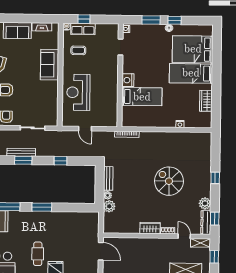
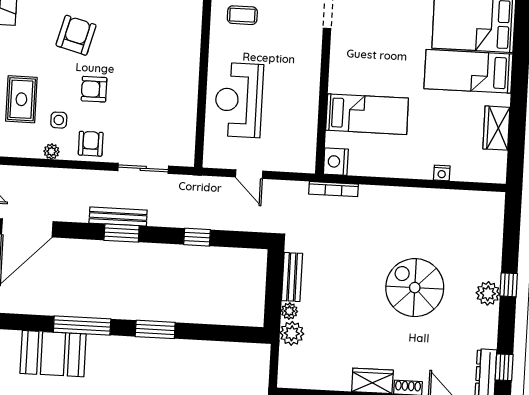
sofa: (50, 65) -> (183, 42), removed
nightstand: (128, 80) -> (336, 162), moved
plant: (205, 203) -> (488, 293), moved

